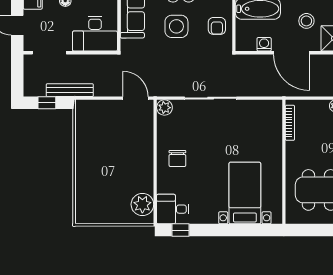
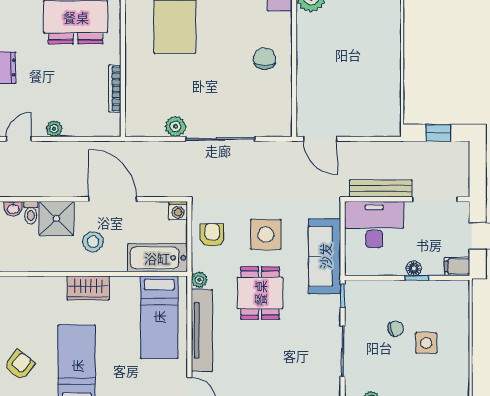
washing machine: (264, 44) -> (178, 210), moved
bench: (70, 90) -> (381, 188), moved
plant: (164, 108) -> (175, 126), moved
bookcase: (290, 123) -> (115, 89), moved

